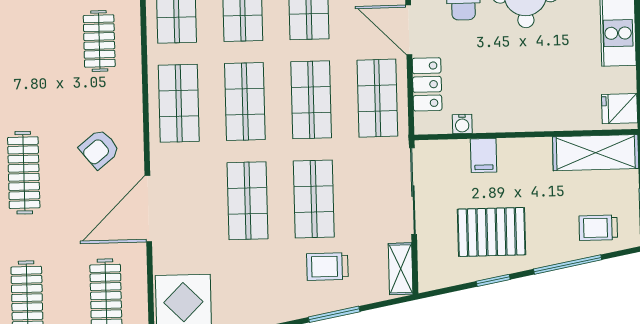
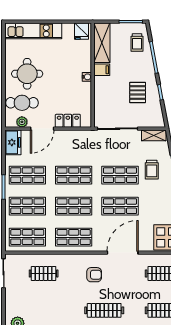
shop shelf: (377, 98) -> (74, 144), removed
water cooler: (462, 124) -> (87, 77), moved
armchair: (99, 149) -> (94, 275), turned -51
filing cabinet: (484, 155) -> (102, 70), moved
door: (148, 209) -> (123, 253), swing flipped
pallet: (491, 232) -> (138, 92), width x0.67, depth x0.71

